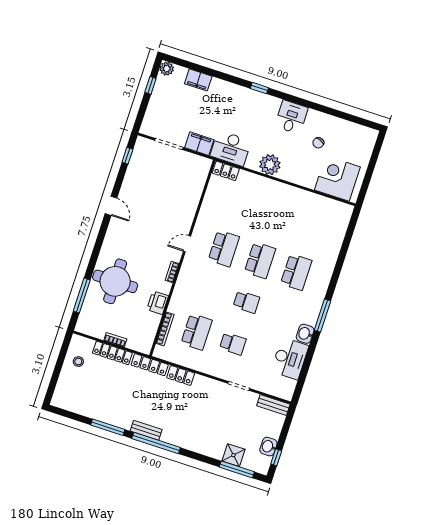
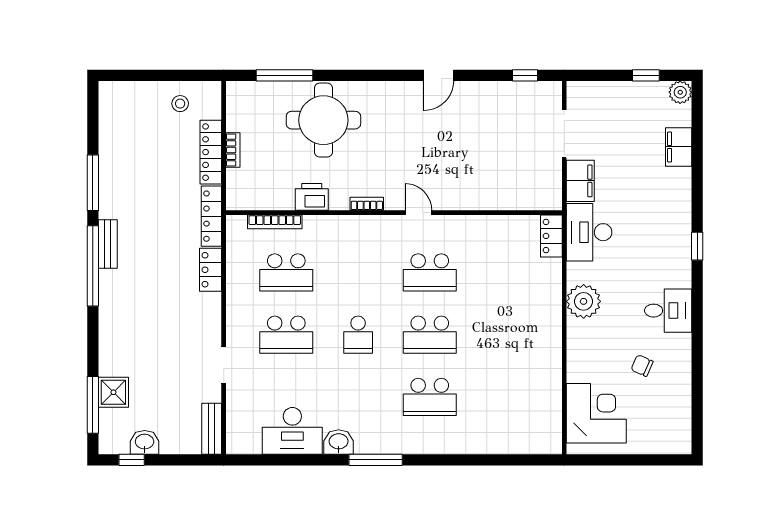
school desk: (233, 344) -> (286, 335), width x1.85

